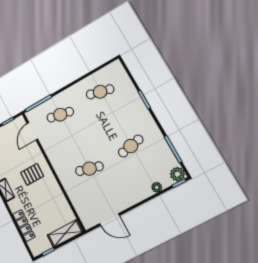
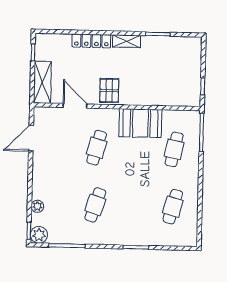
door: (32, 131) -> (75, 106), moved
cafe table: (131, 146) -> (95, 205), turned 30
booth: (55, 148) -> (140, 123), added
pallet: (32, 174) -> (109, 91), moved
locker: (24, 226) -> (91, 41), moved

